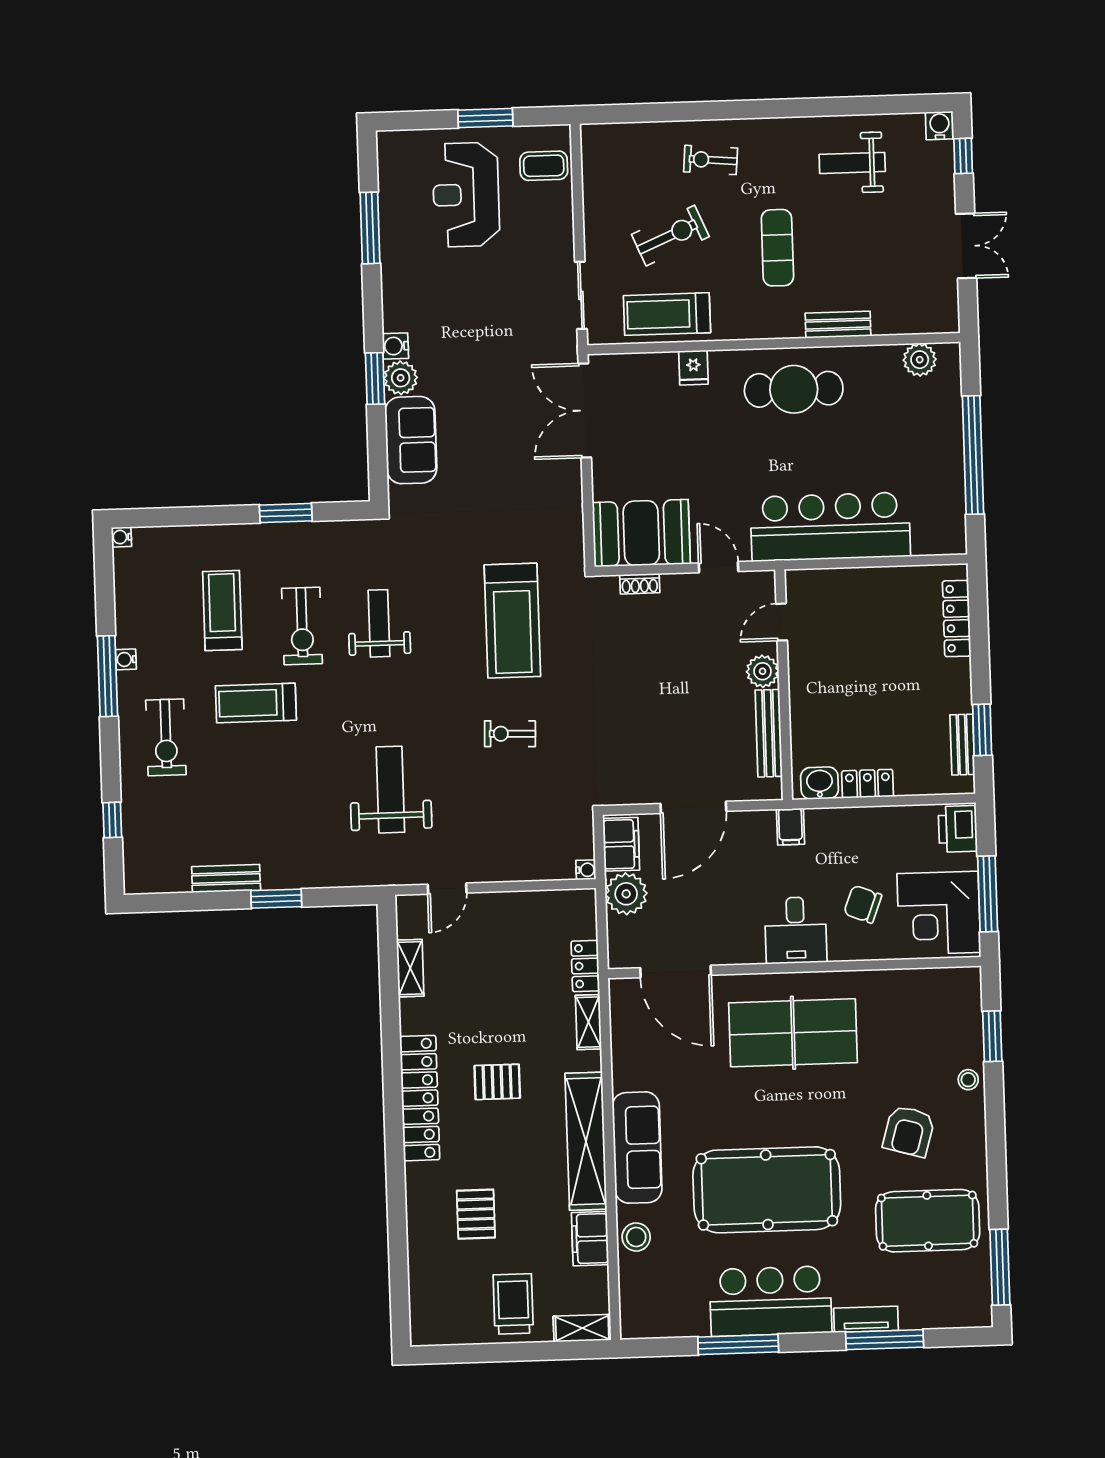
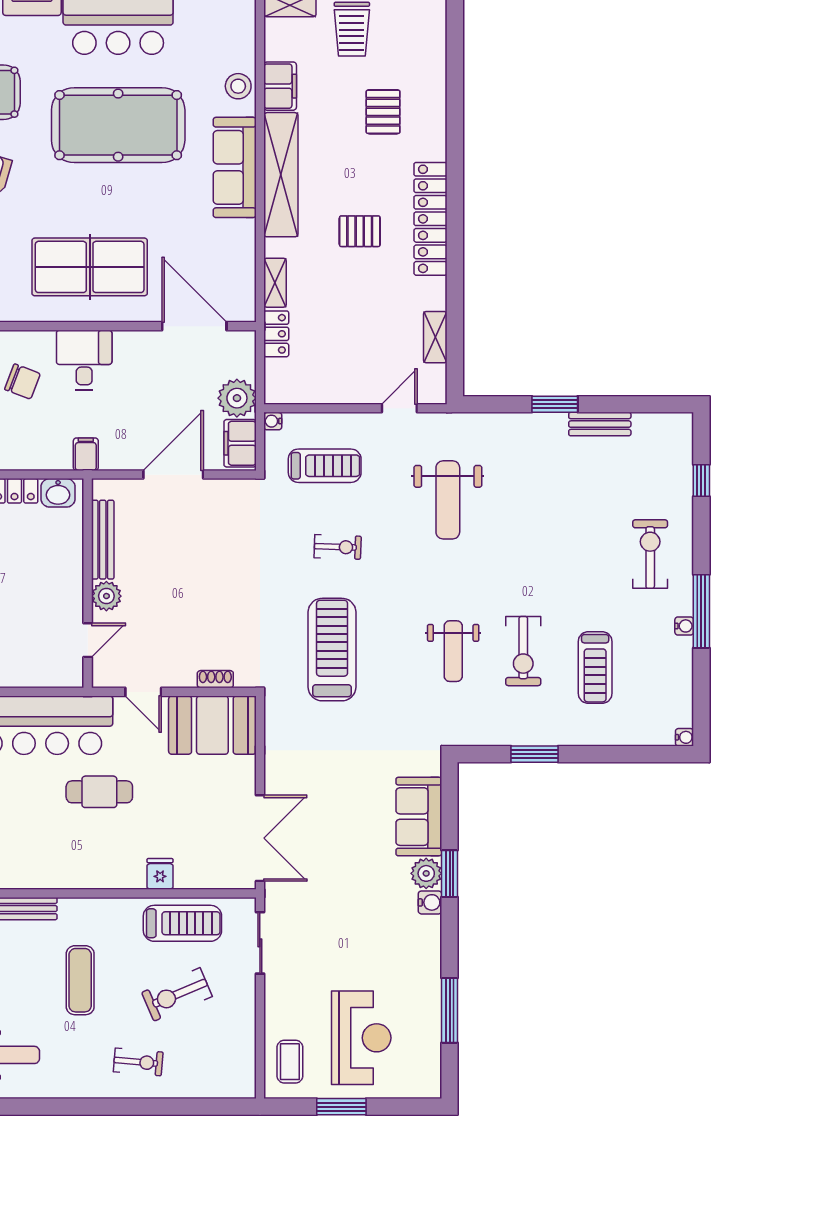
coffee table: (544, 166) -> (290, 1062), turned 90
cafe table: (794, 389) -> (99, 792), moved, width x0.73, depth x0.74
exercise bike: (302, 626) -> (523, 651), turned 180
treadmill: (256, 703) -> (325, 466), moved

